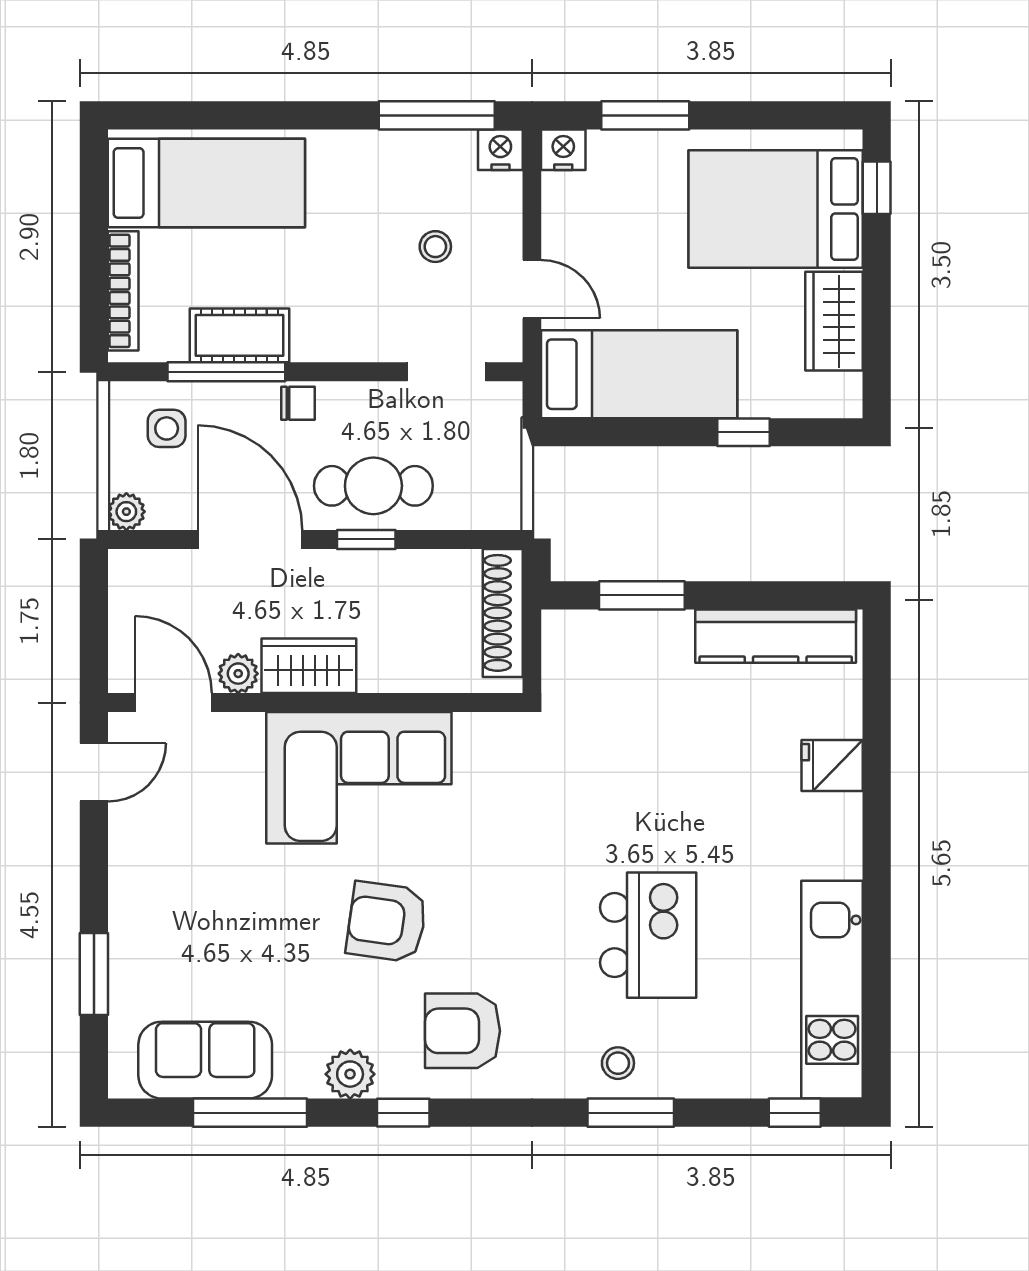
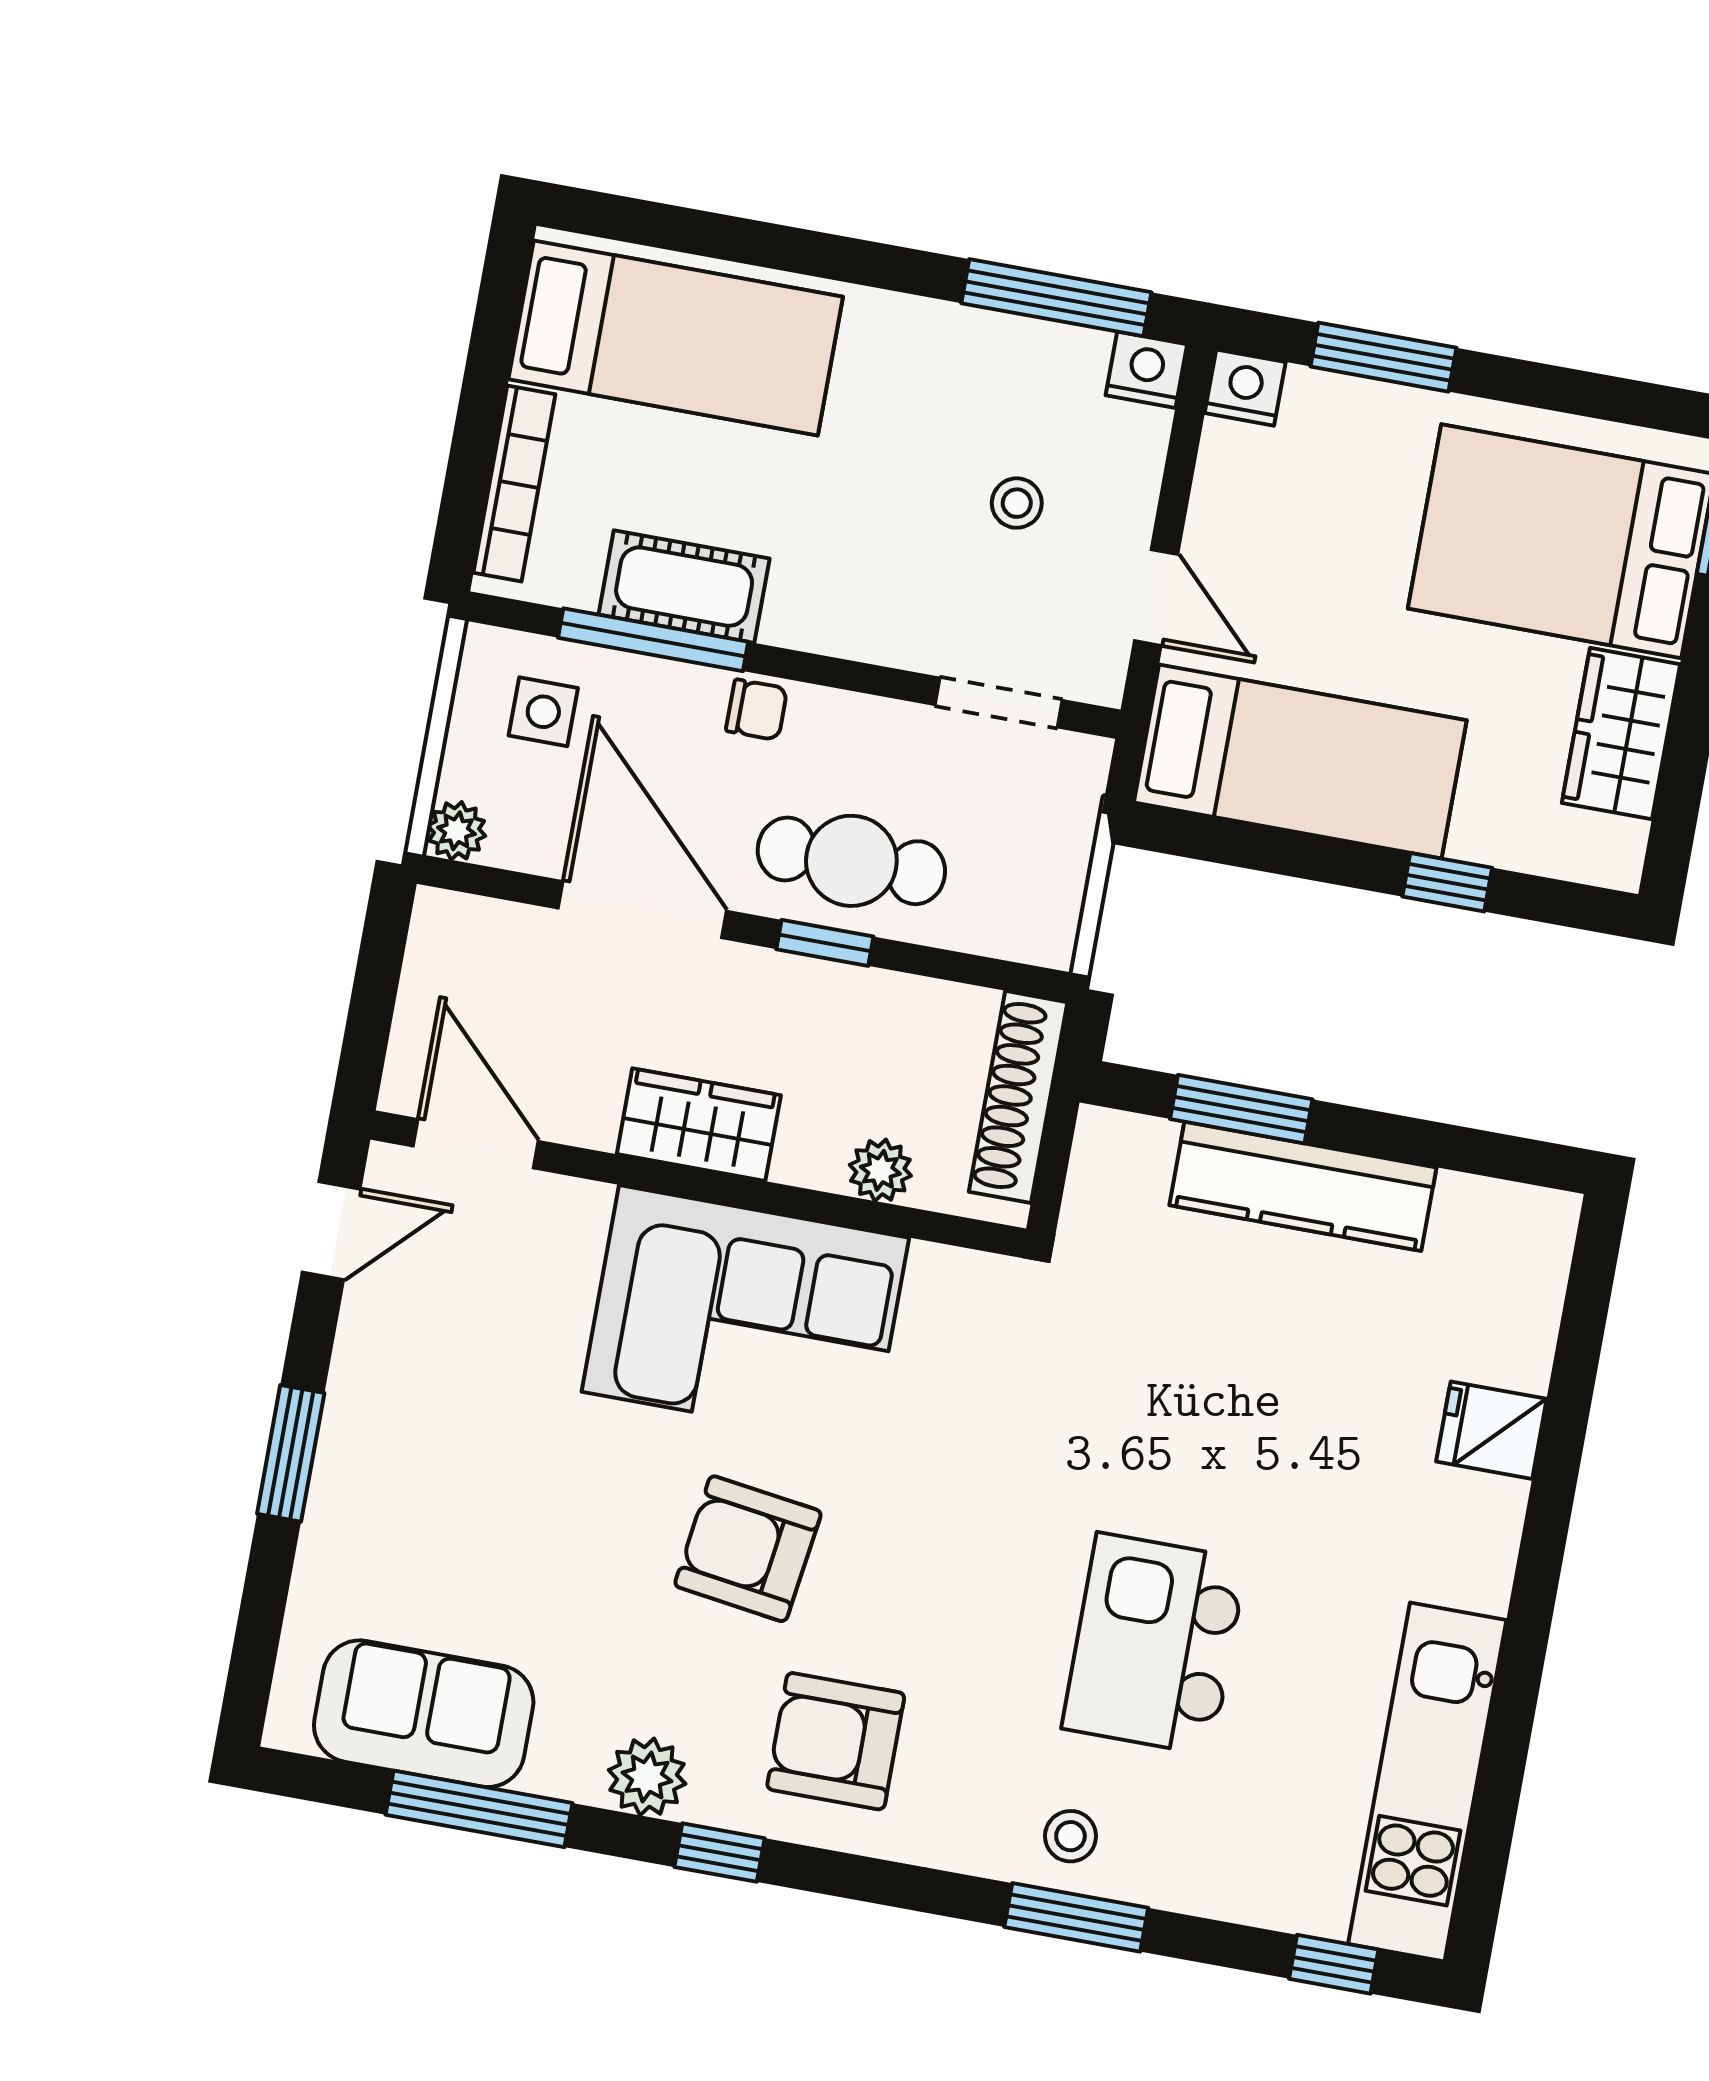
kitchen counter: (776, 636) -> (1303, 1186), moved
plant: (238, 674) -> (880, 1170), moved
kitchen island: (648, 935) -> (1154, 1644), turned 180
window: (94, 974) -> (291, 1453), moved

